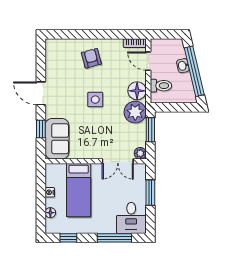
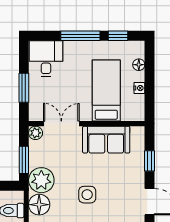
sofa: (57, 139) -> (106, 140), moved, turned -90
window: (114, 238) -> (80, 36), moved

